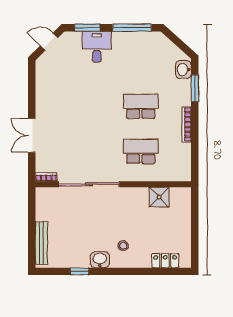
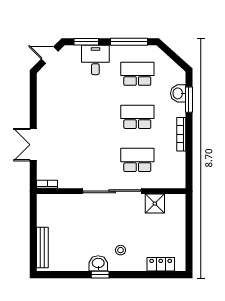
school desk: (141, 61) -> (137, 74), added
washbasin: (183, 70) -> (178, 93), moved
sliding door: (89, 184) -> (112, 191), moved
window: (79, 271) -> (100, 275), moved

